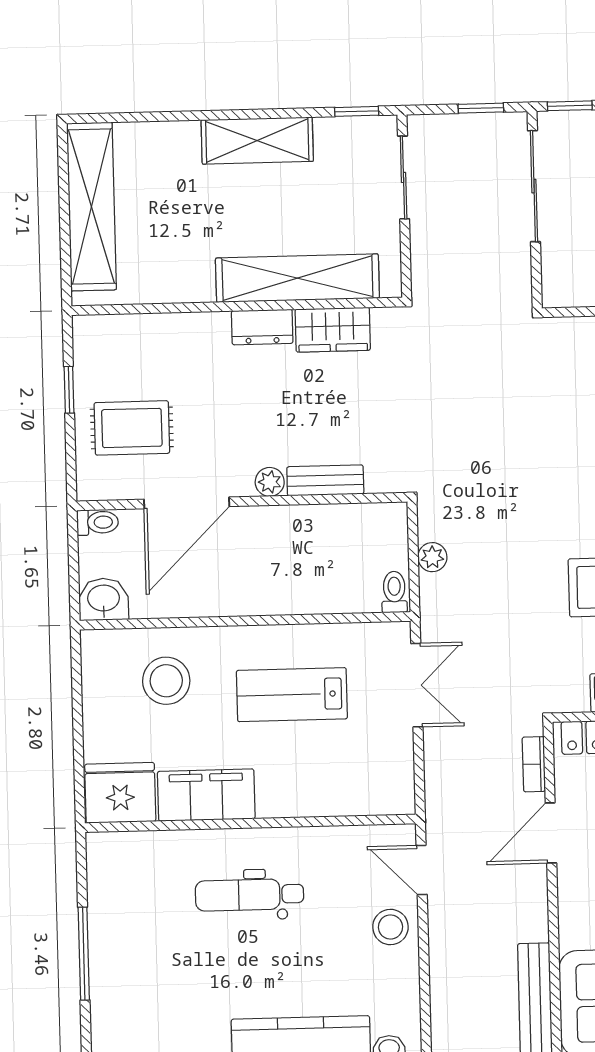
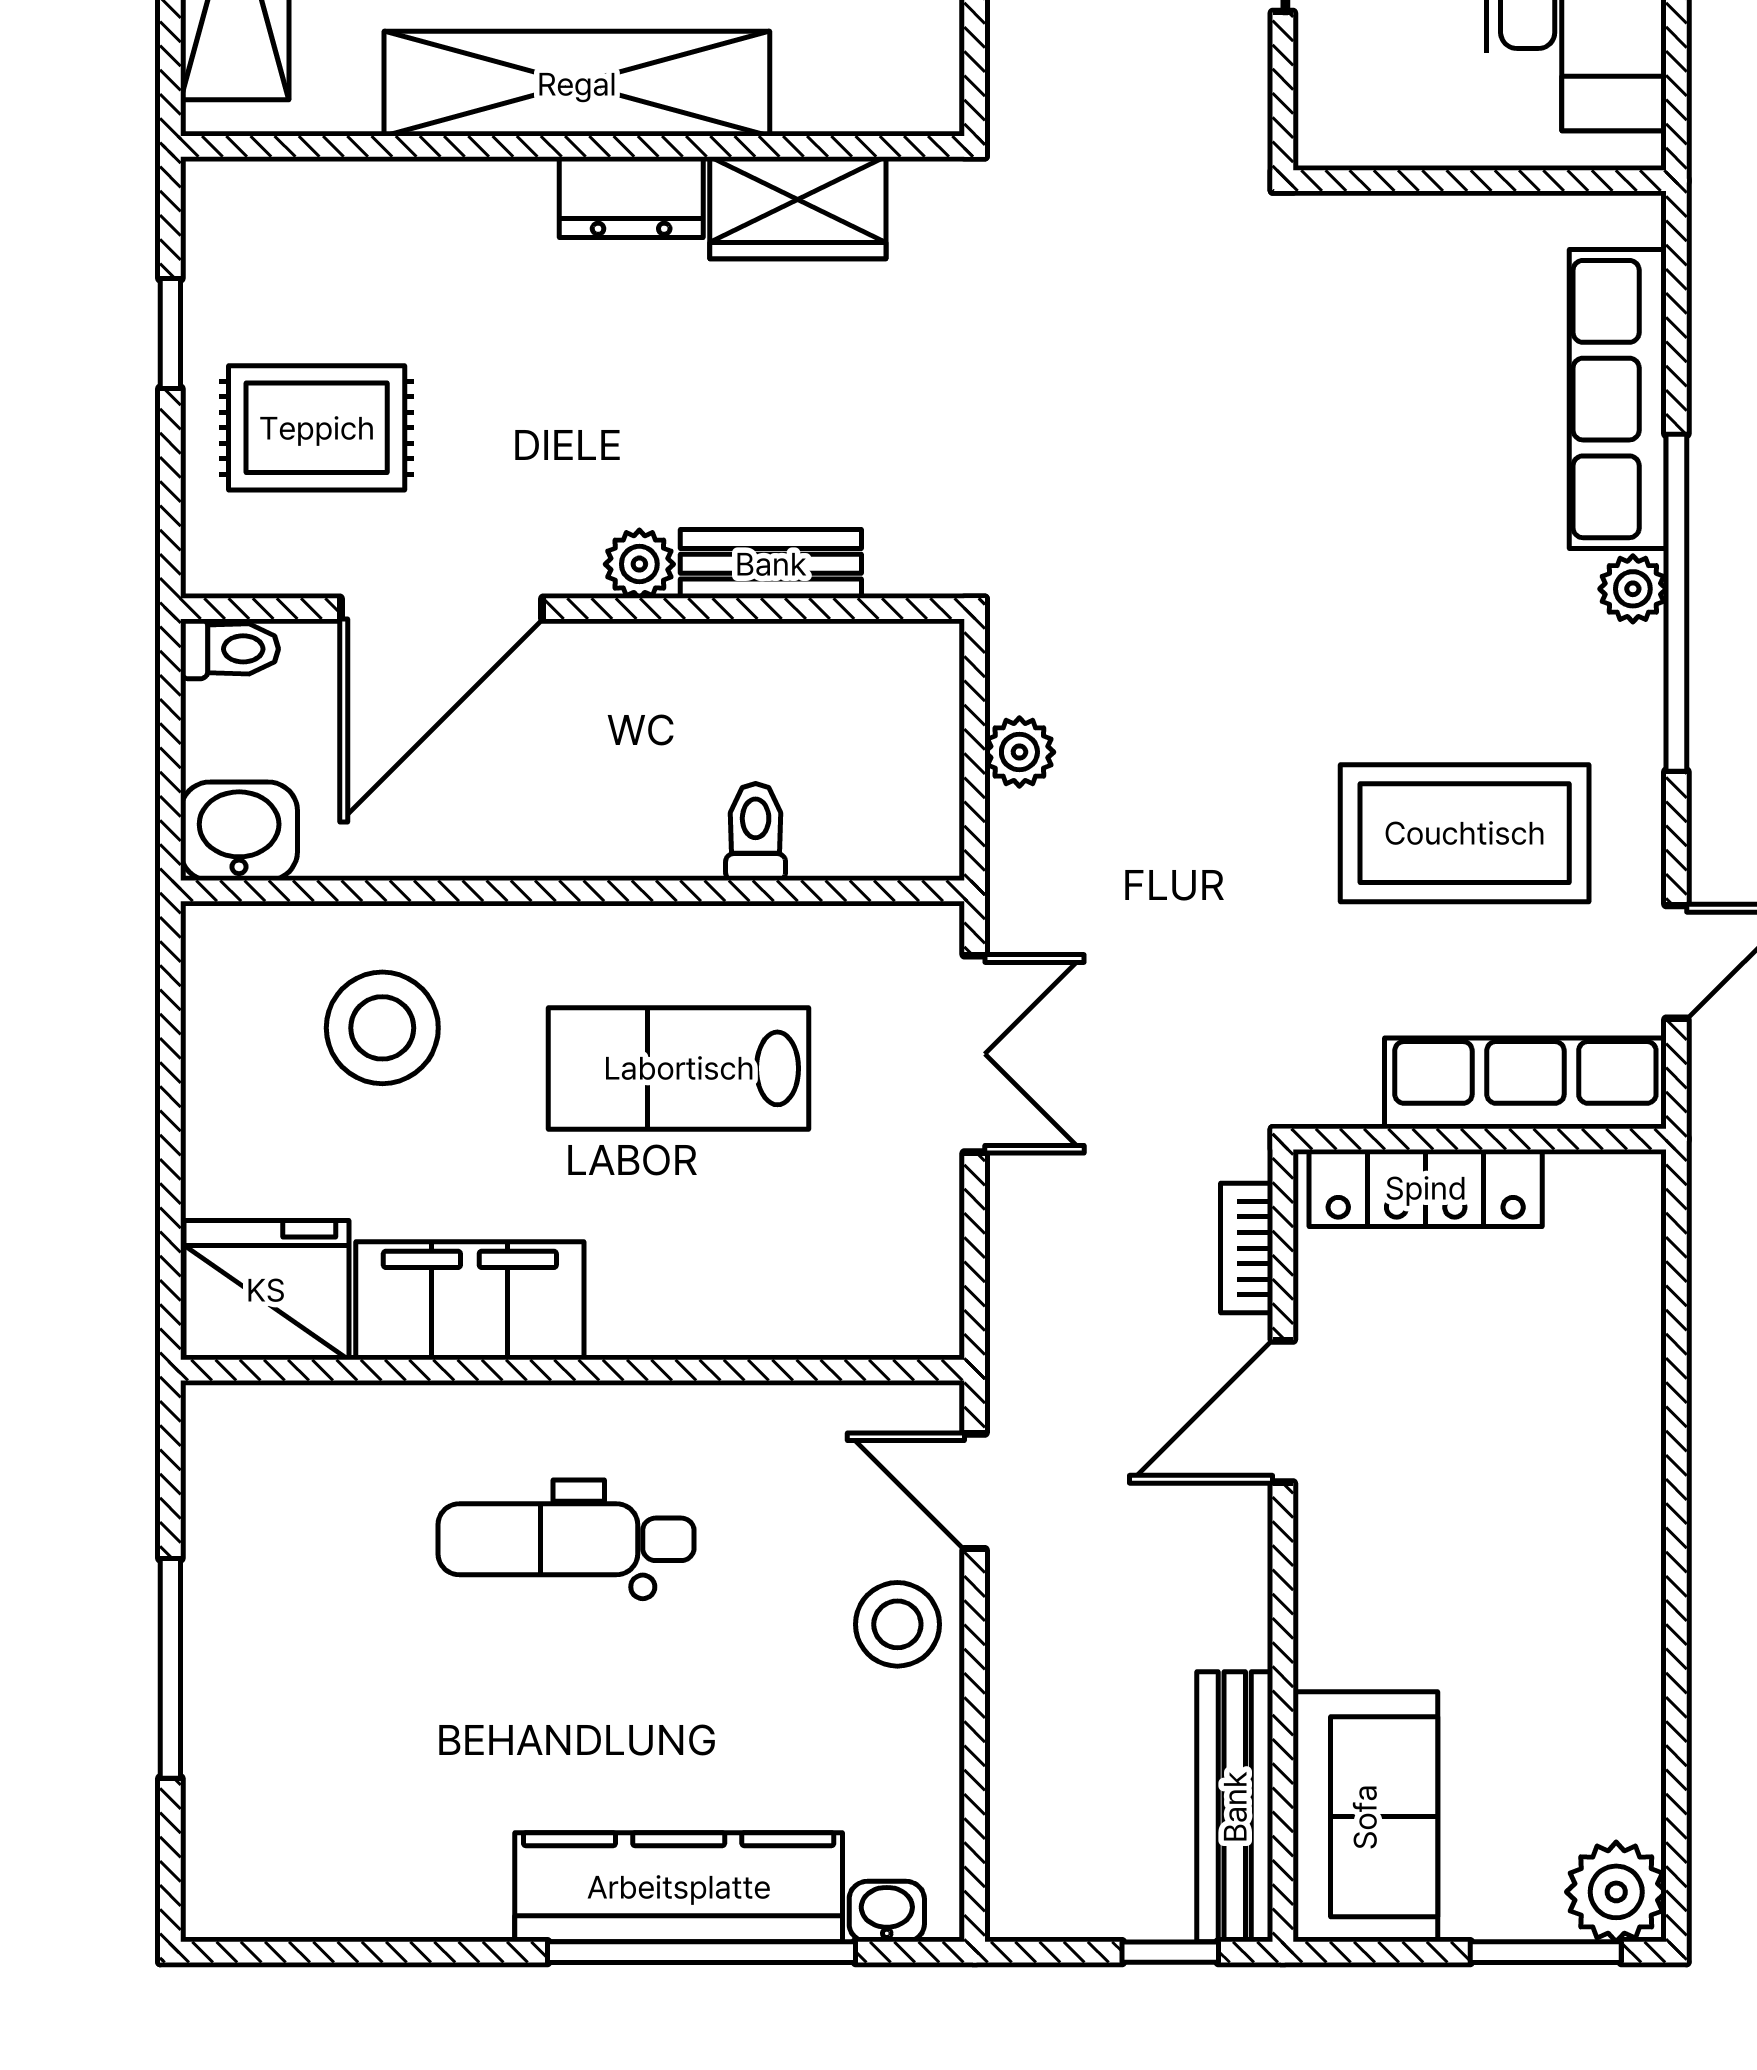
shelving: (297, 278) -> (577, 84), moved
toilet: (394, 592) -> (756, 832), moved

